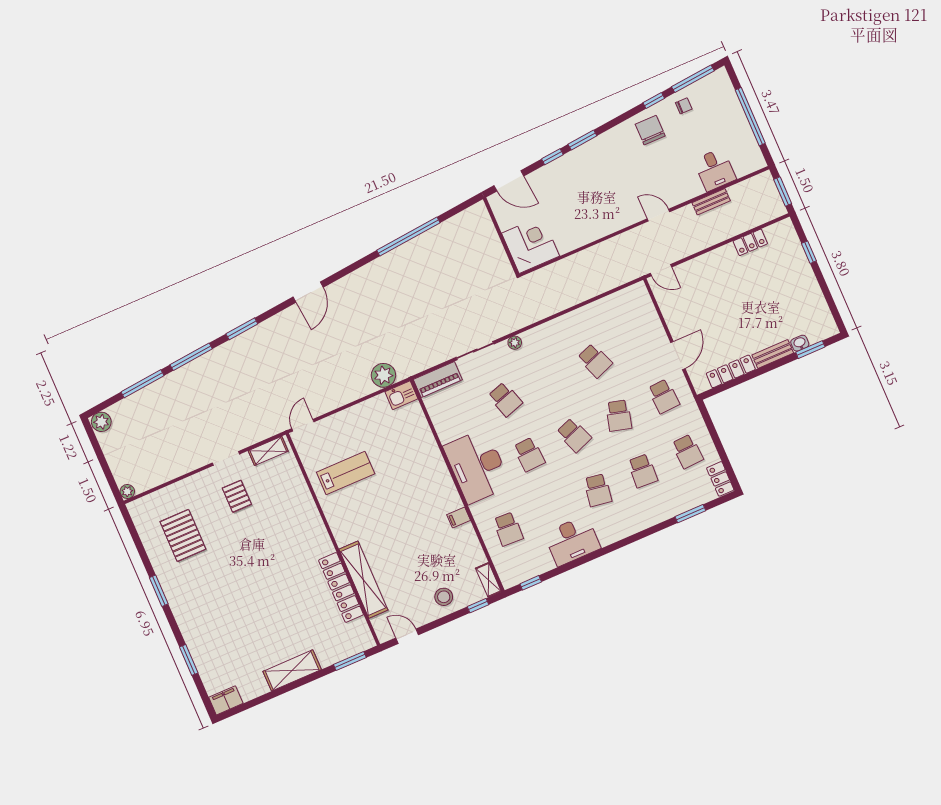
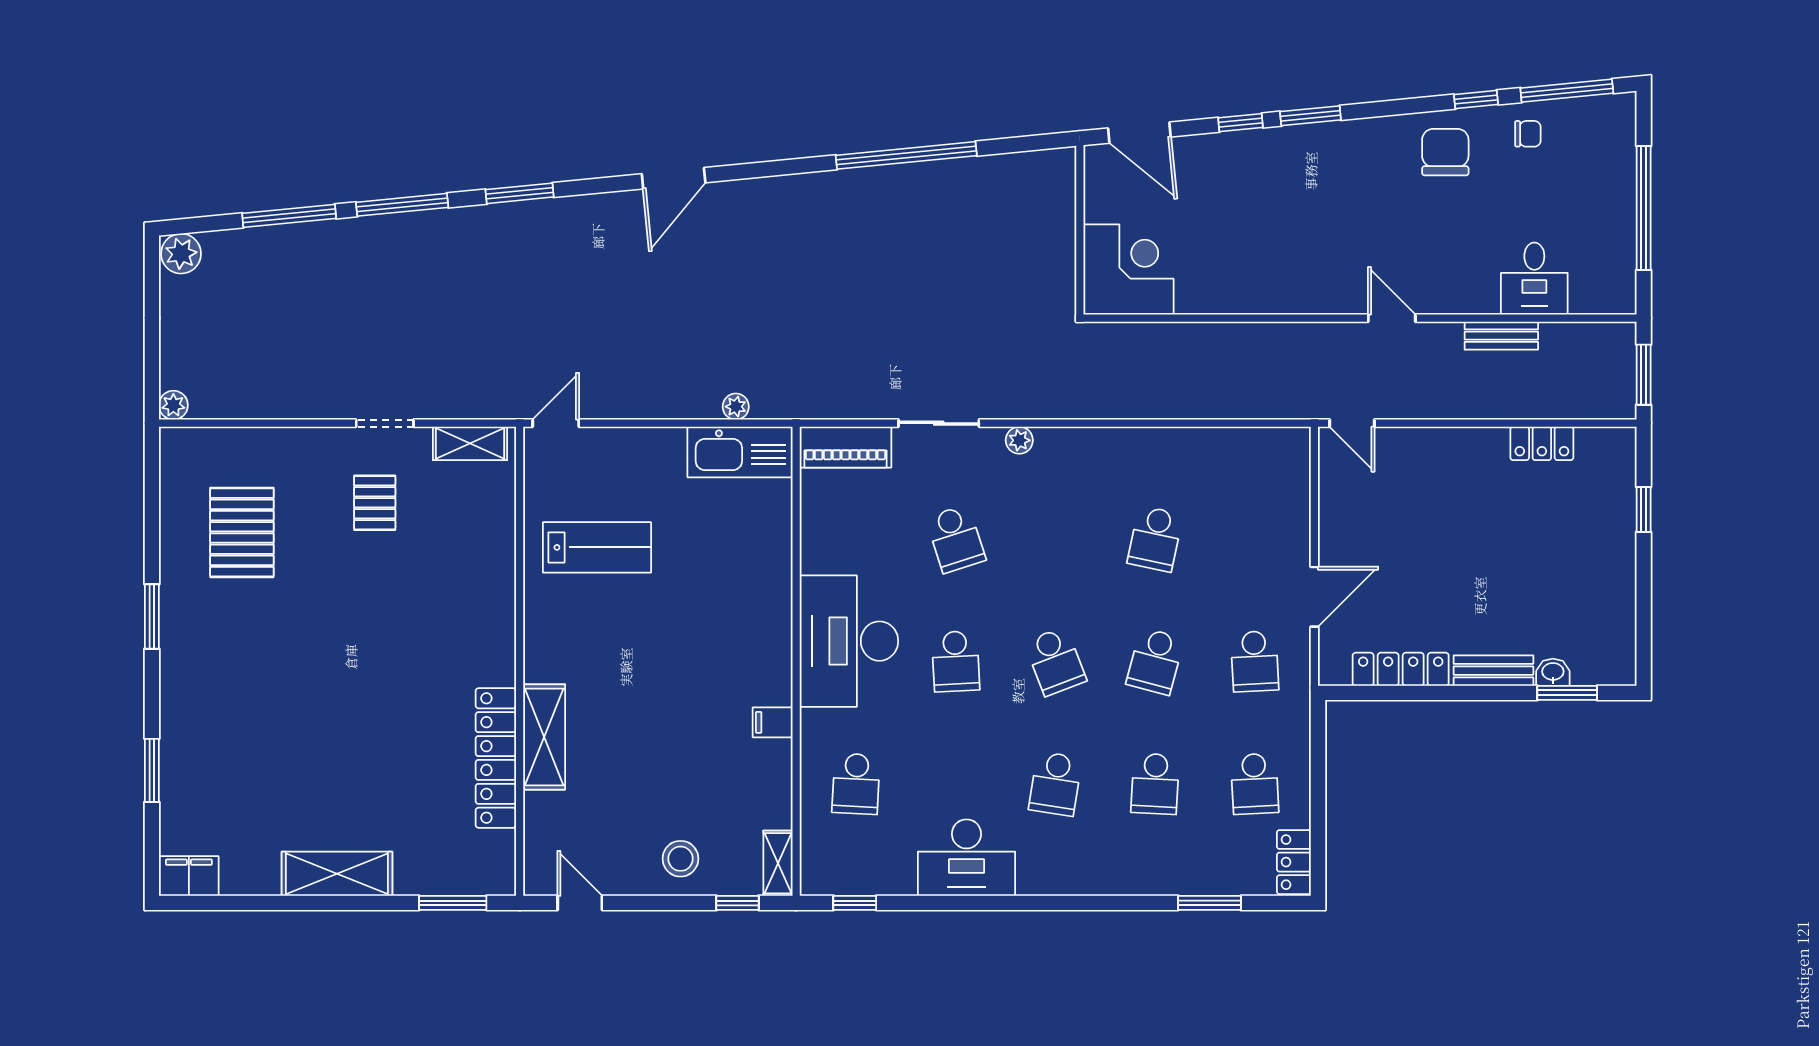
school desk: (595, 361) -> (1155, 539), turned 33
plant: (383, 375) -> (736, 407), width x0.53, depth x0.53
kitchen sink: (401, 395) -> (740, 452), width x1.87, depth x1.24
shelving: (363, 580) -> (544, 737), width x0.68

